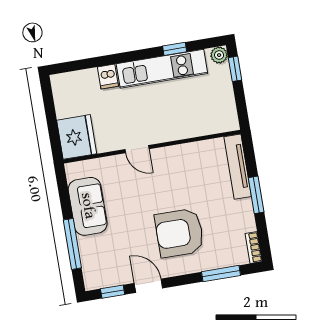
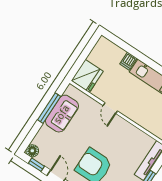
window: (72, 244) -> (49, 108), moved
floor lamp: (93, 280) -> (32, 151), added

